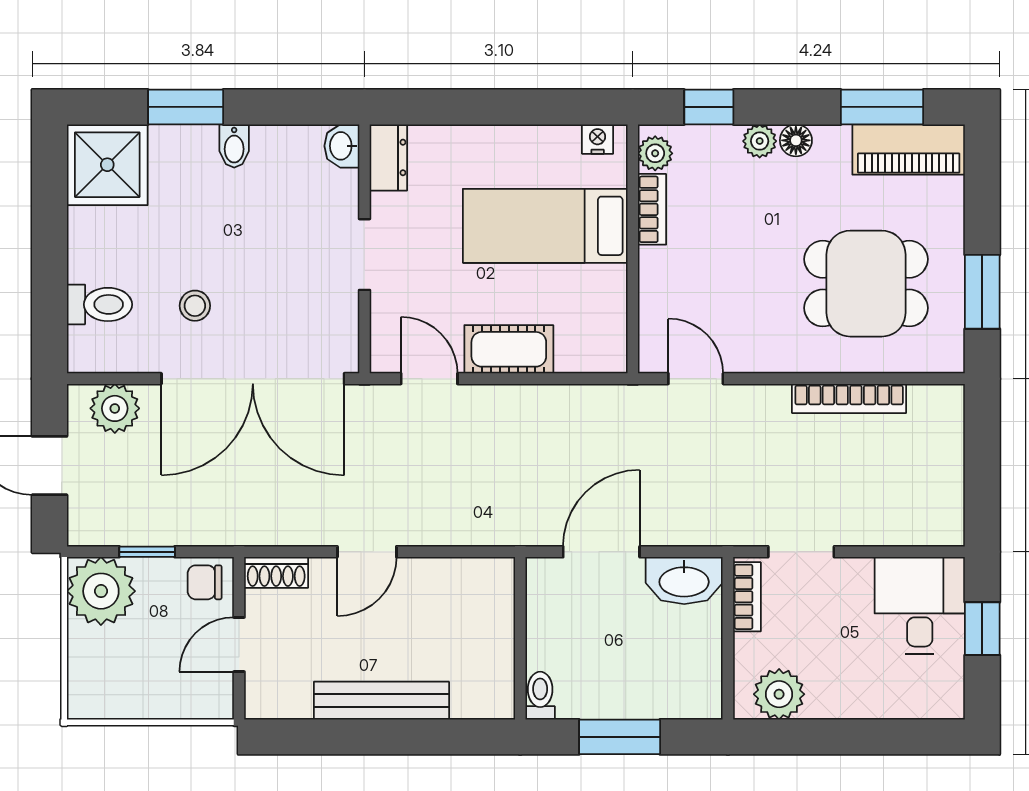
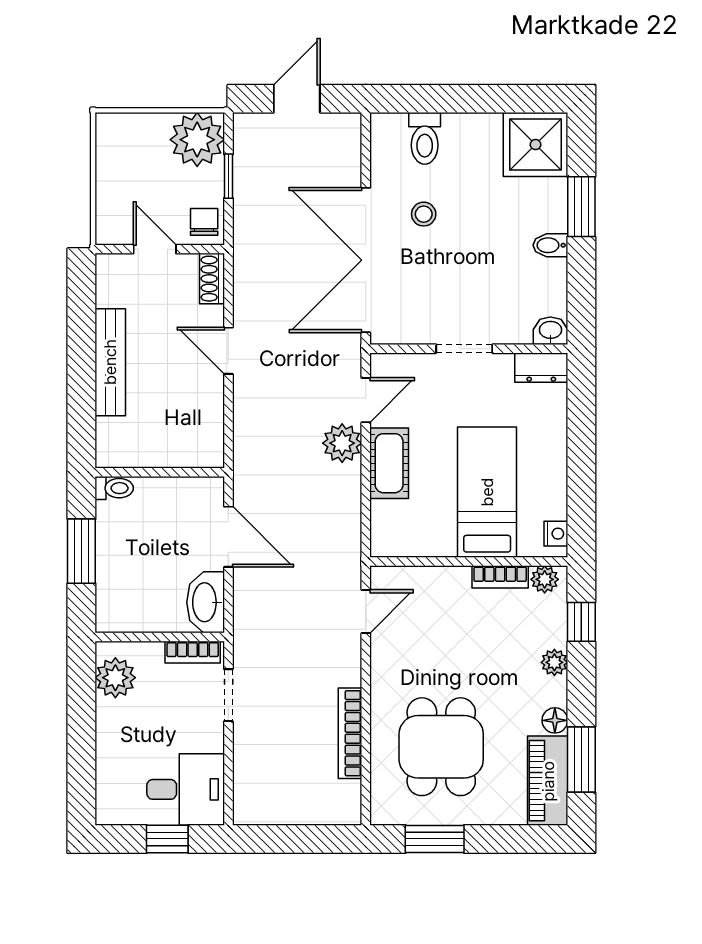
floor lamp: (796, 140) -> (555, 720), moved
plant: (115, 408) -> (342, 443), moved

